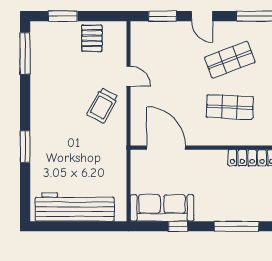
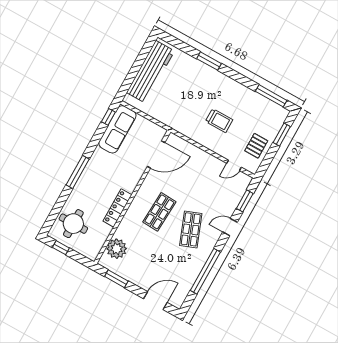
pallet: (92, 38) -> (256, 146), turned 90
door: (129, 76) -> (234, 165), moved
trolley: (102, 106) -> (219, 121), moved, turned 151
window: (178, 226) -> (108, 117), moved

